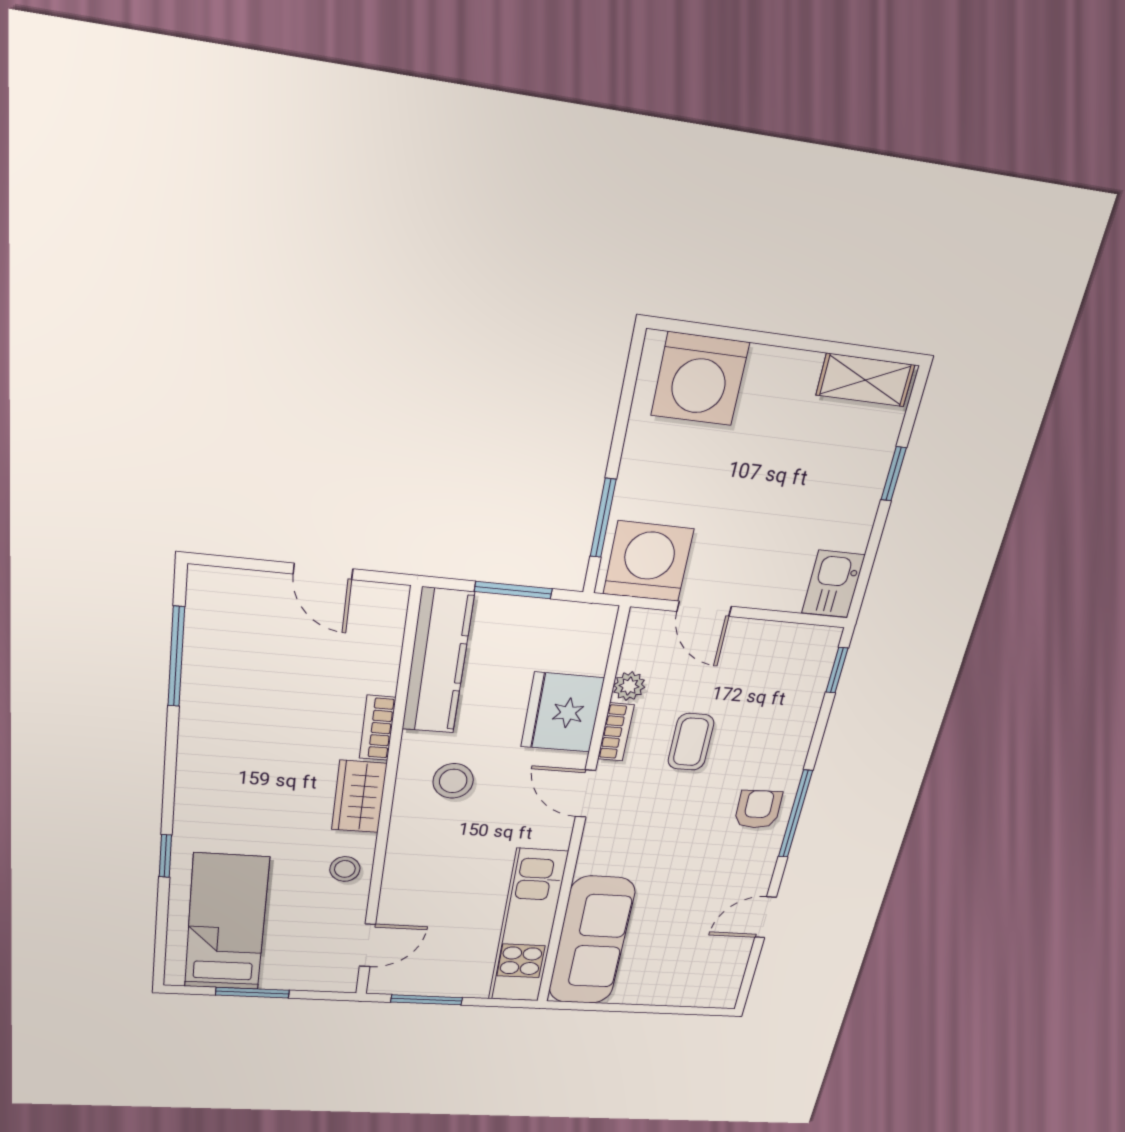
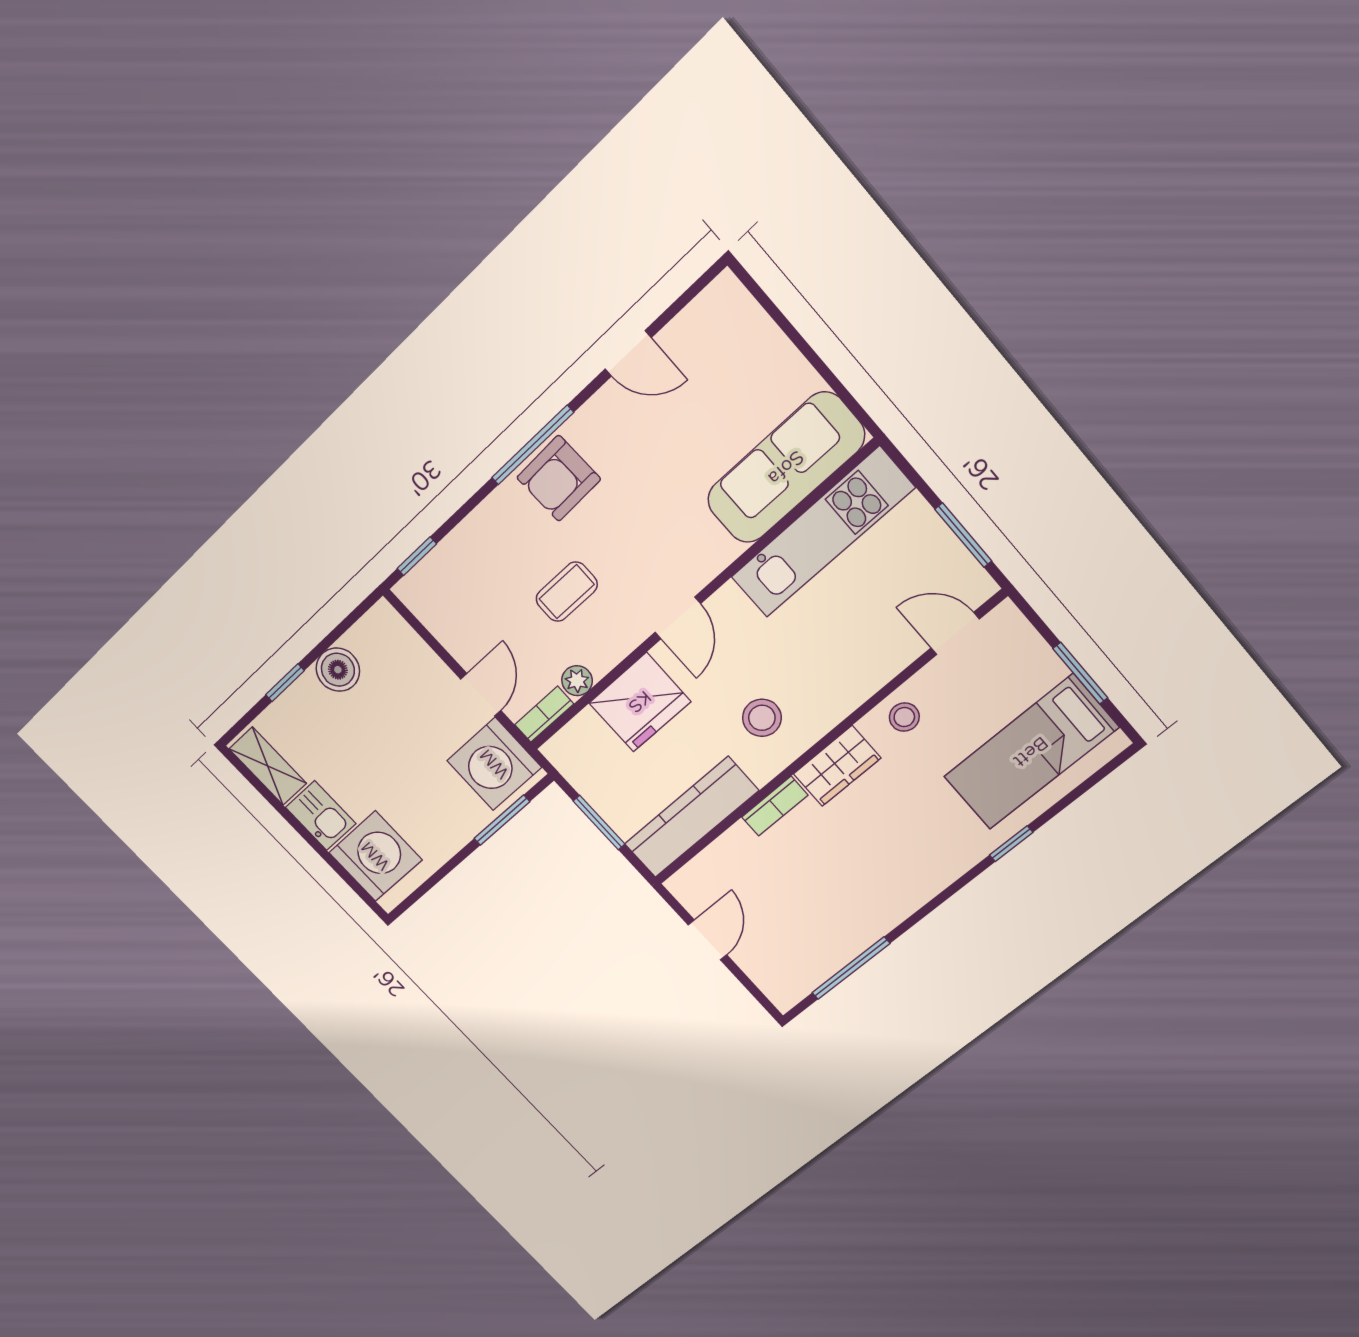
boiler: (850, 526) -> (338, 670), added
kitchen sink: (833, 584) -> (321, 816), moved, turned -90
bookcase: (616, 732) -> (544, 714), moved
armchair: (758, 809) -> (559, 478), width x1.38, depth x1.38

